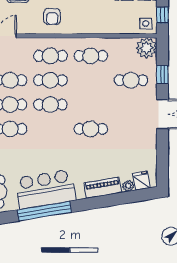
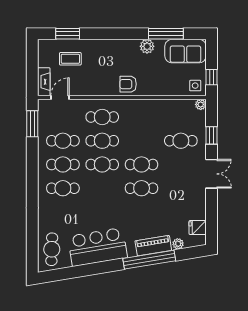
armchair: (52, 17) -> (128, 84), moved, turned 90
plant: (146, 48) -> (201, 104), width x0.53, depth x0.53
cafe table: (91, 56) -> (142, 164), moved
fridge: (141, 181) -> (198, 228), moved, turned -81
window: (44, 211) -> (149, 260), moved

